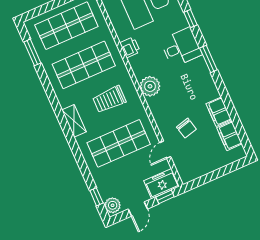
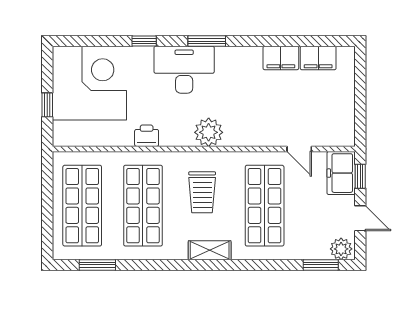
desk: (181, 47) -> (184, 70), width x1.37
chair: (186, 128) -> (283, 109), removed
window: (96, 197) -> (321, 265), width x1.50

